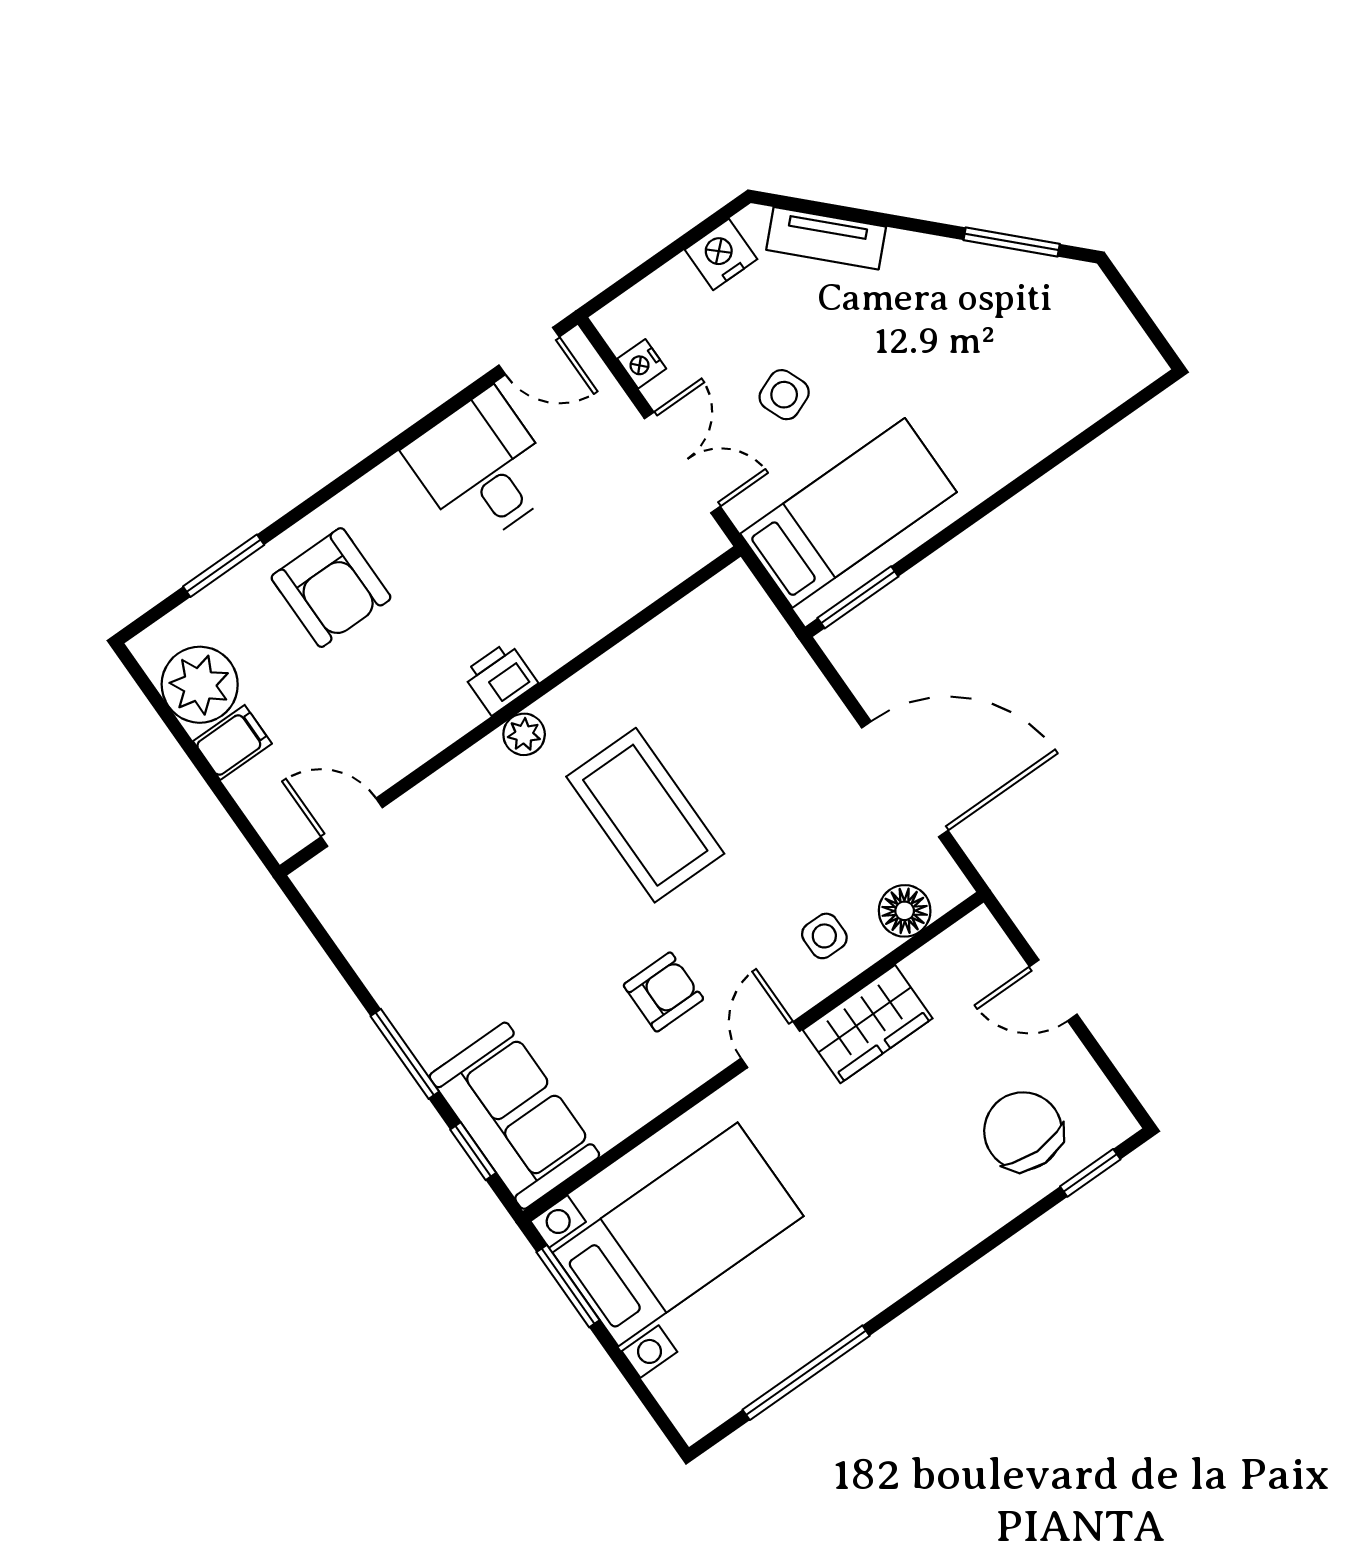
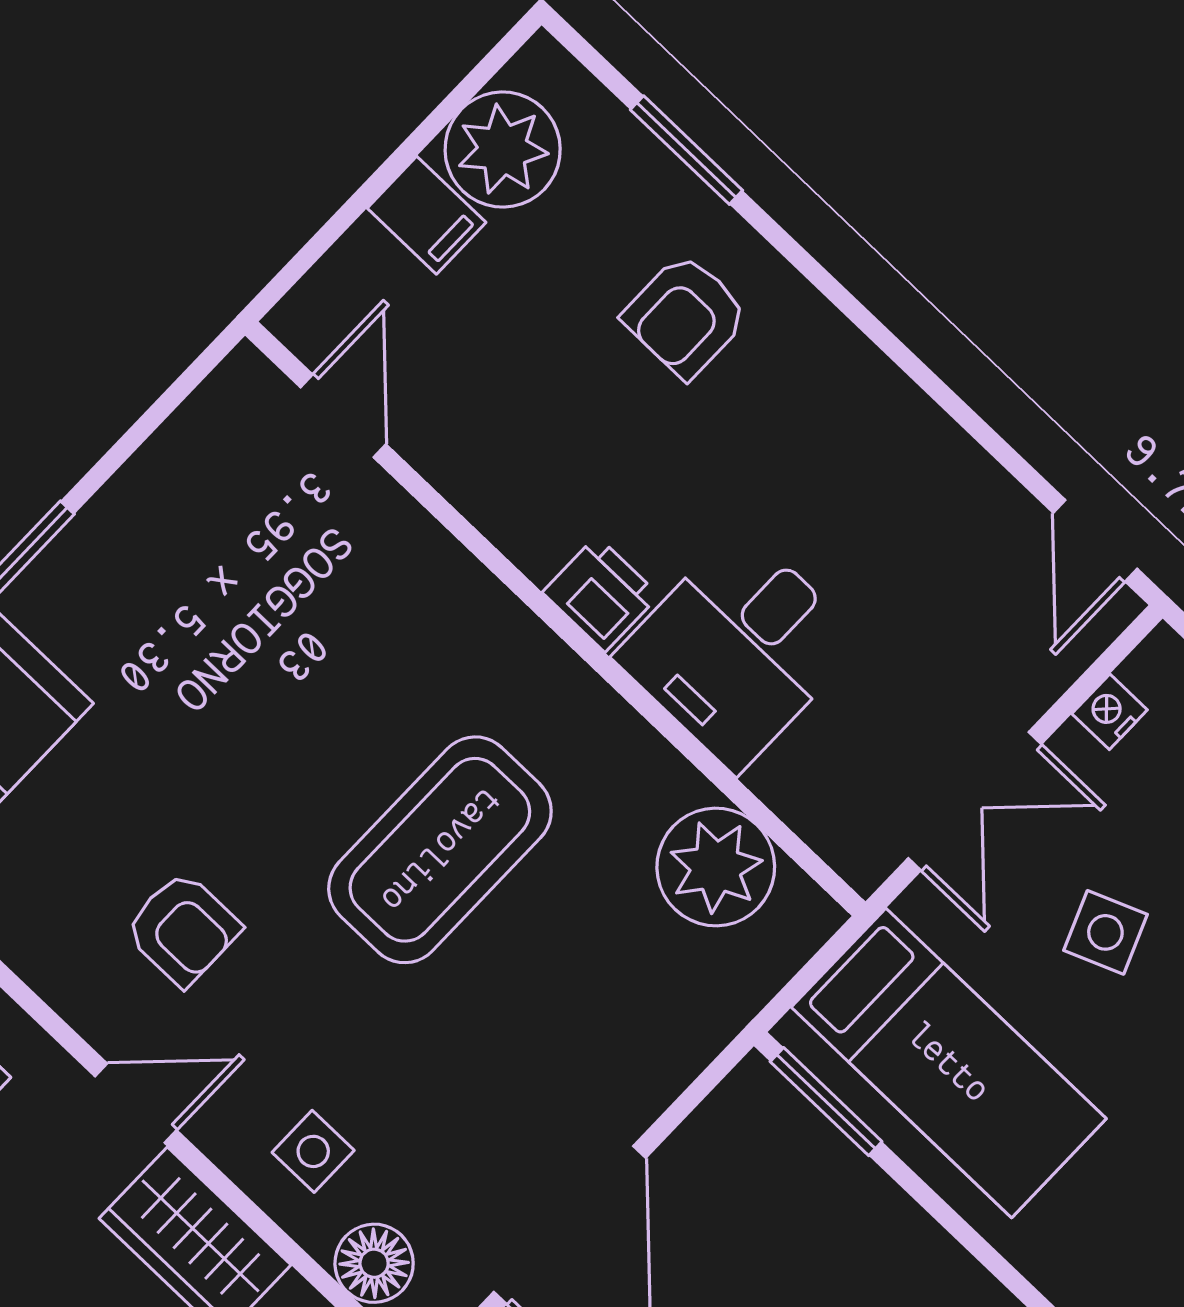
desk: (482, 468) -> (738, 649), moved, turned 180
armchair: (331, 588) -> (686, 316), width x0.72, depth x0.72
plant: (524, 734) -> (716, 867), moved, width x1.88, depth x1.88

